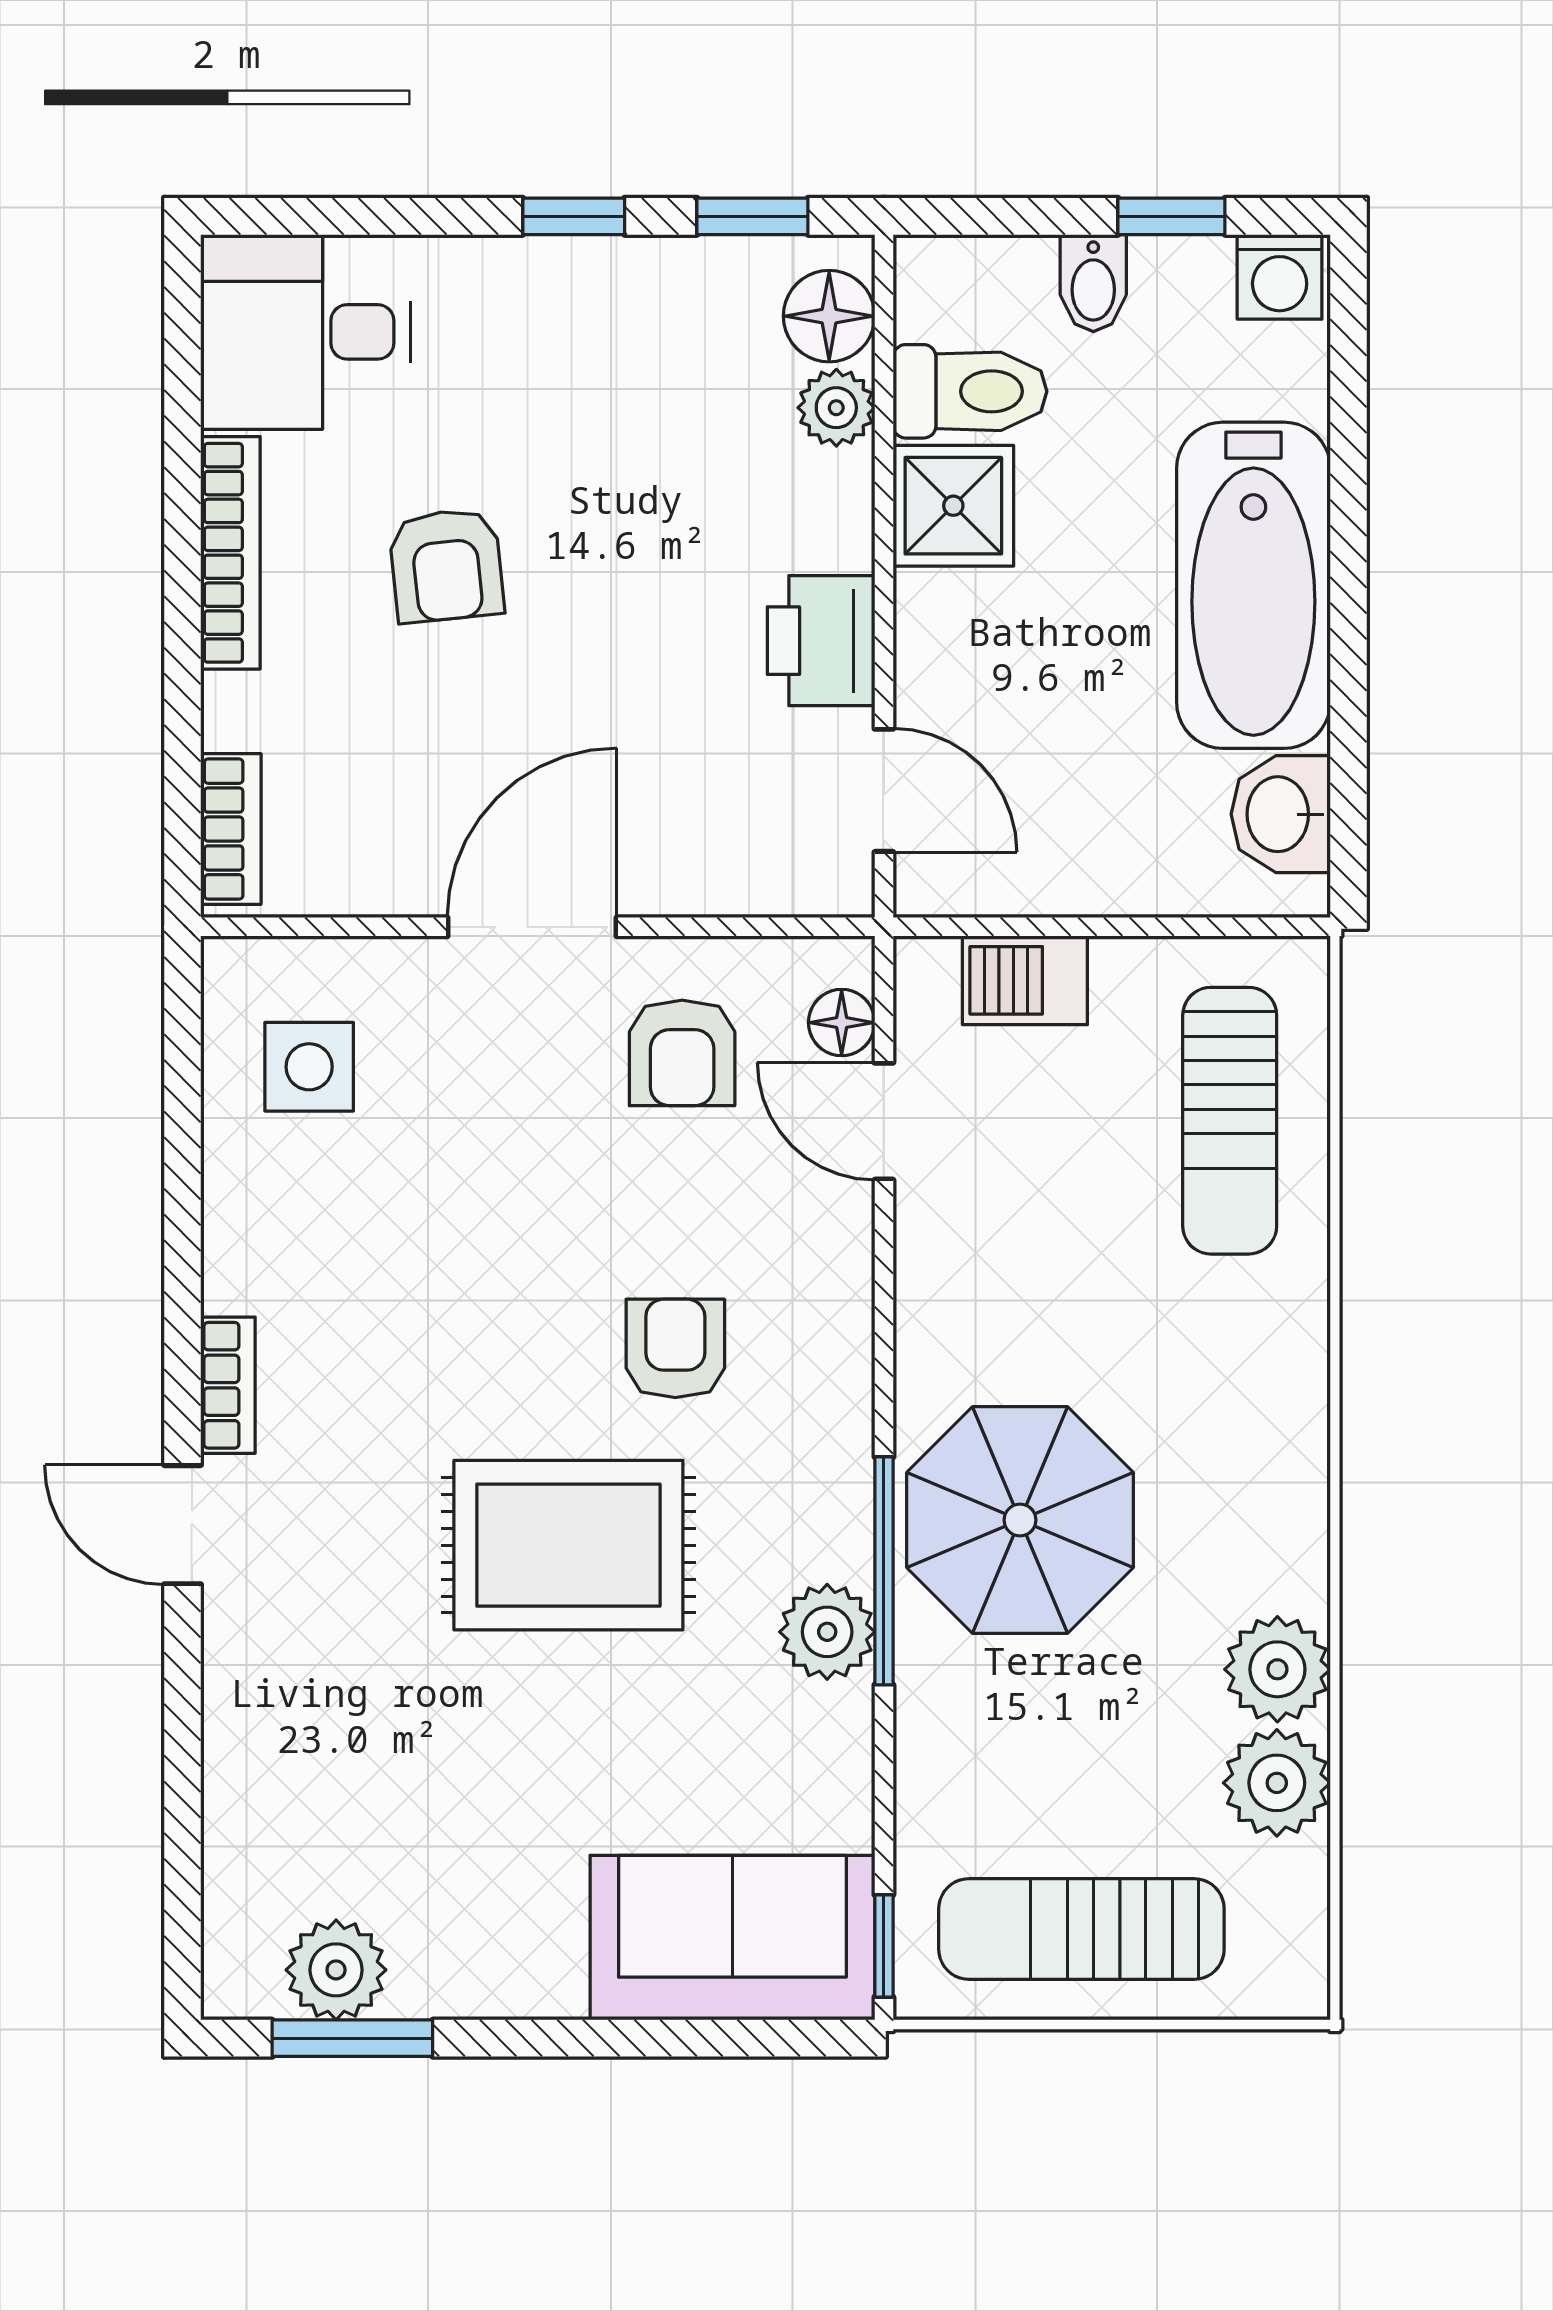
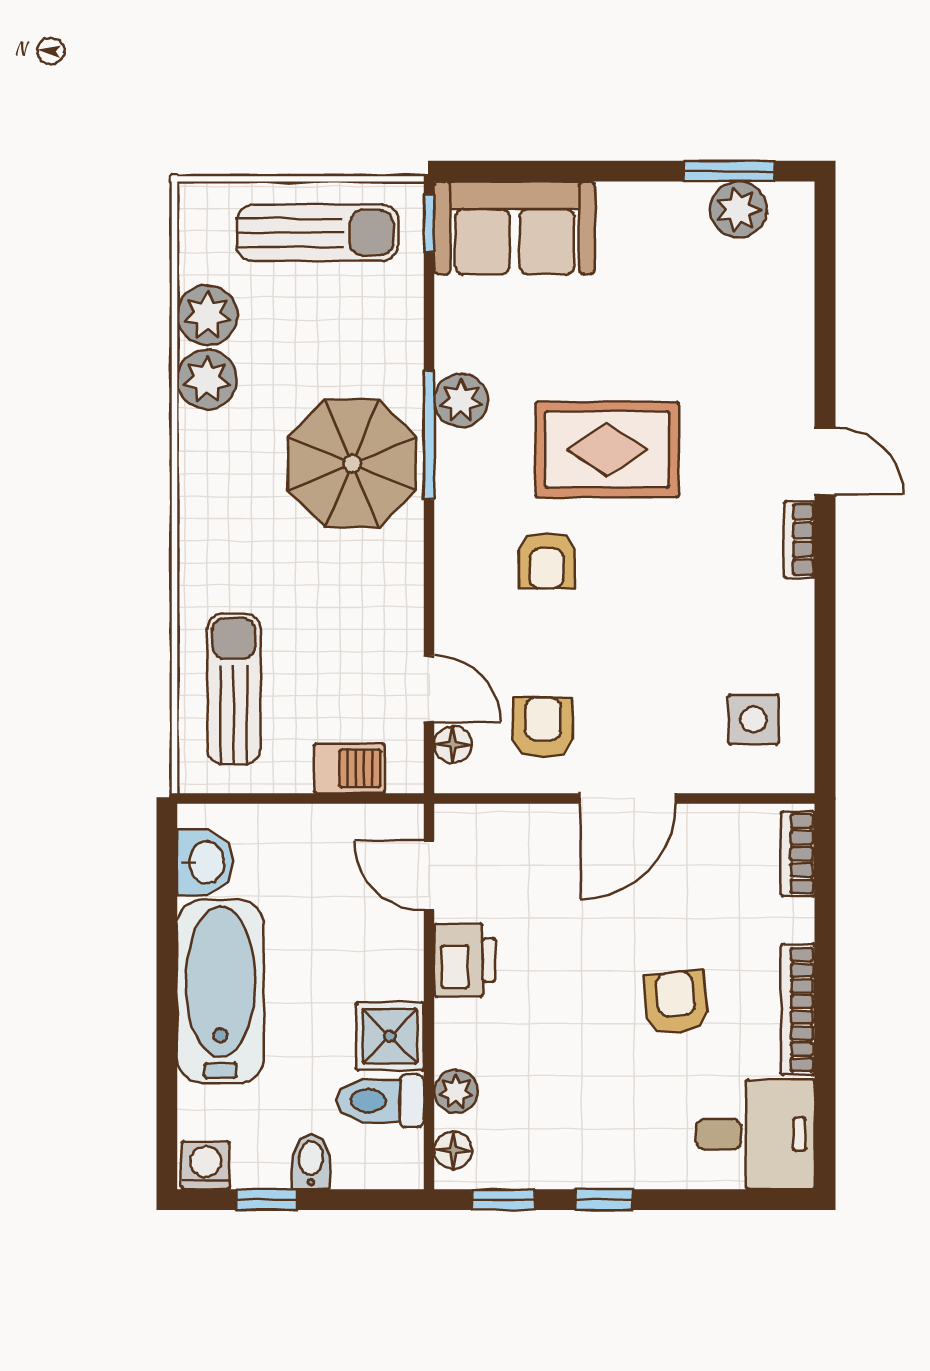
floor lamp: (829, 316) -> (453, 1150), width x0.73, depth x0.73

